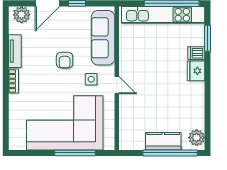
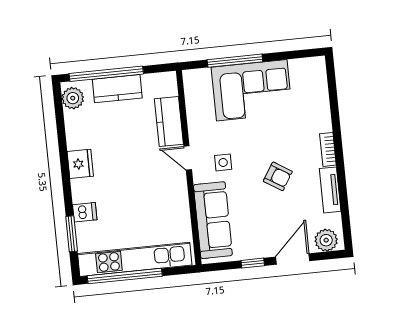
armchair: (65, 60) -> (278, 176), moved, turned 122
fridge: (196, 71) -> (80, 164), moved
kitchen counter: (128, 113) -> (169, 122), added
corner sofa: (65, 123) -> (252, 90), width x0.73, depth x0.74

